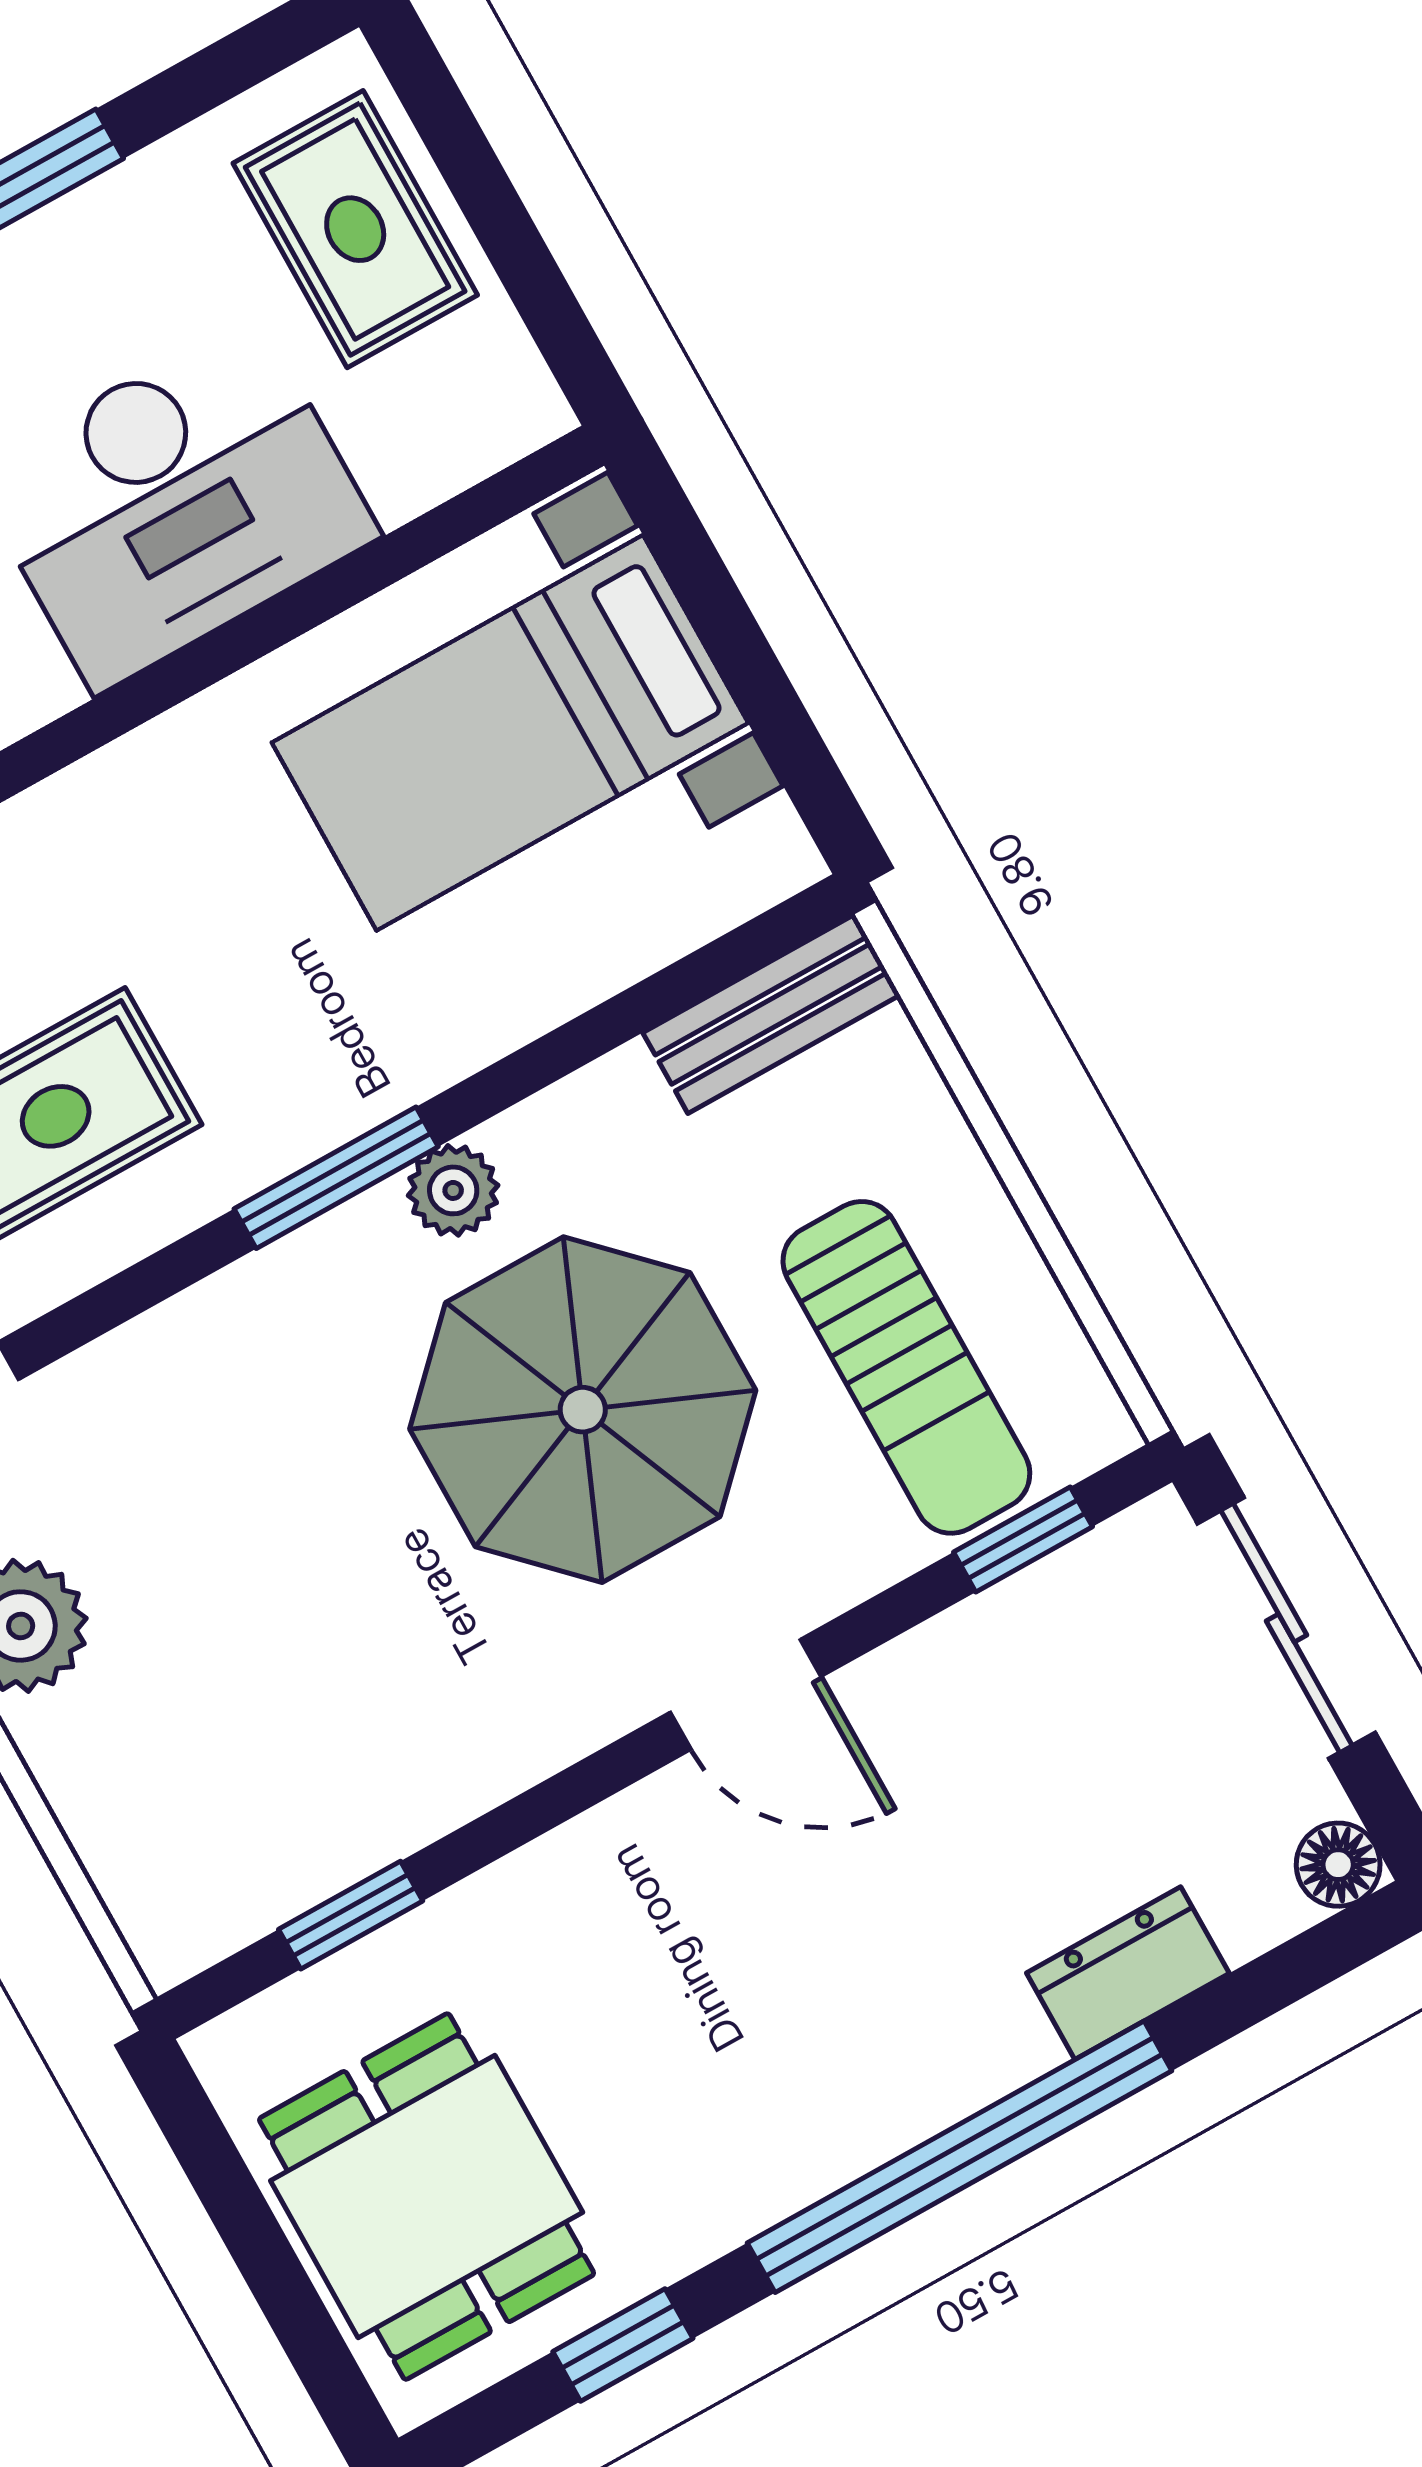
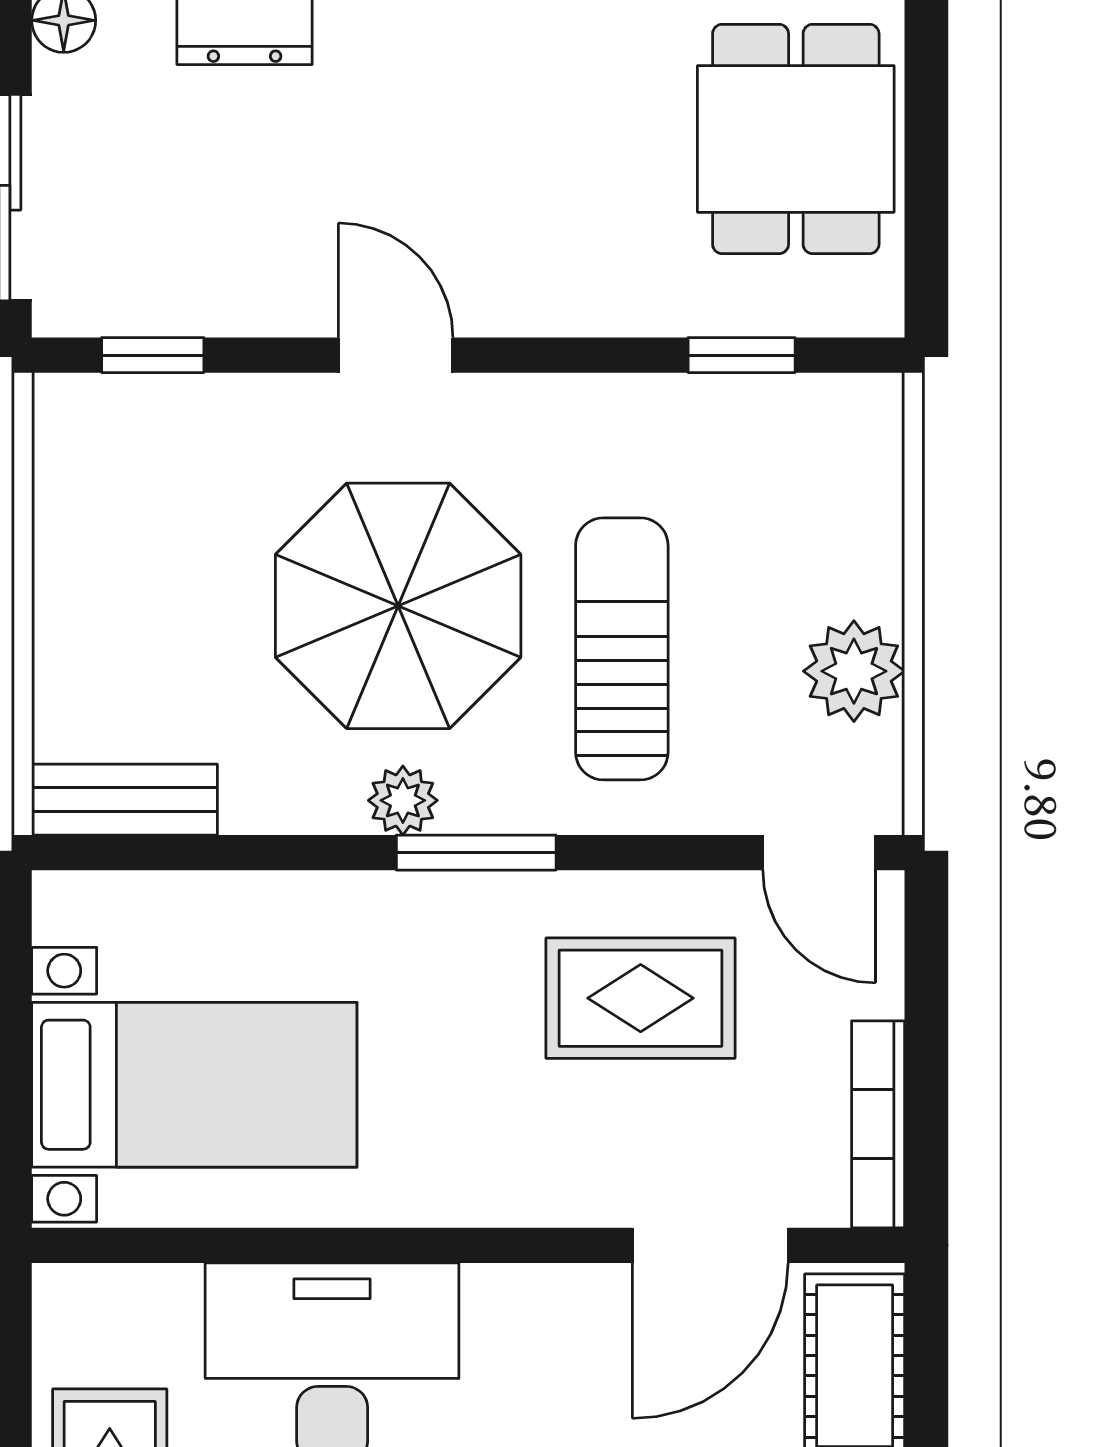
sun lounger: (906, 1367) -> (622, 649), moved

